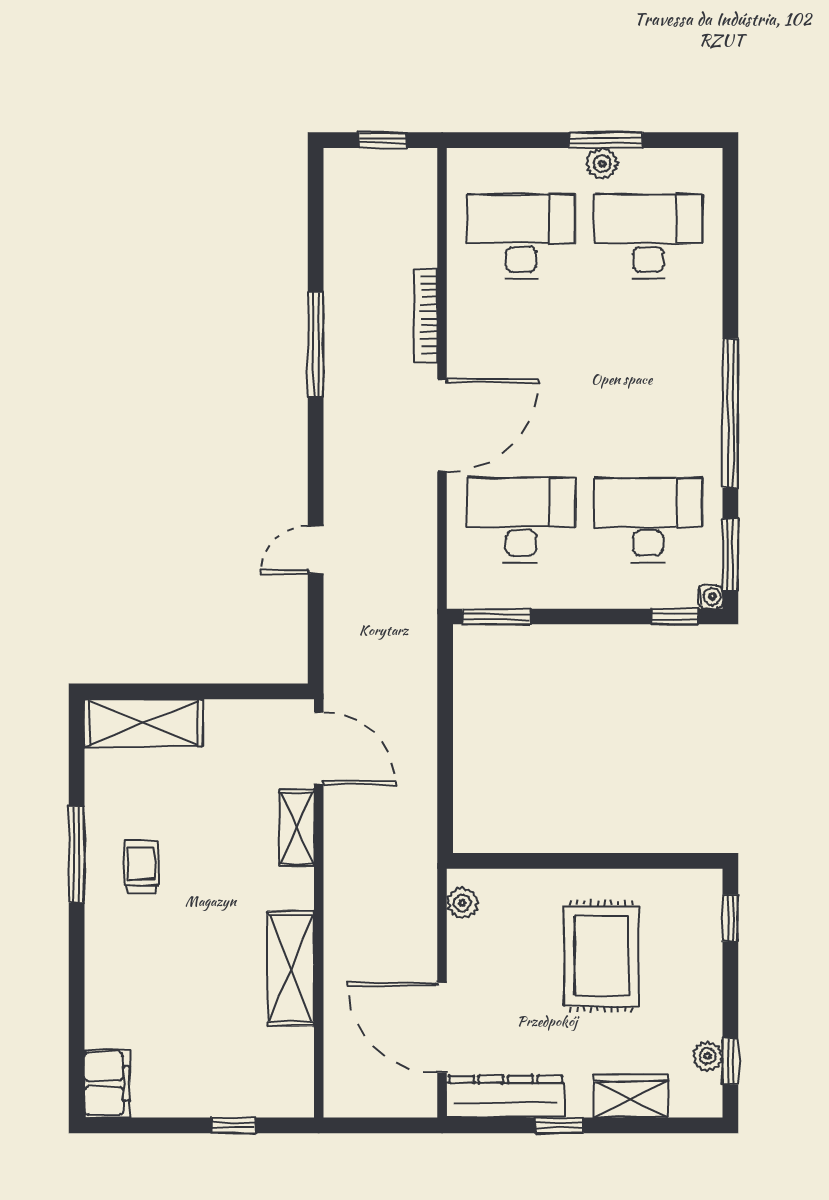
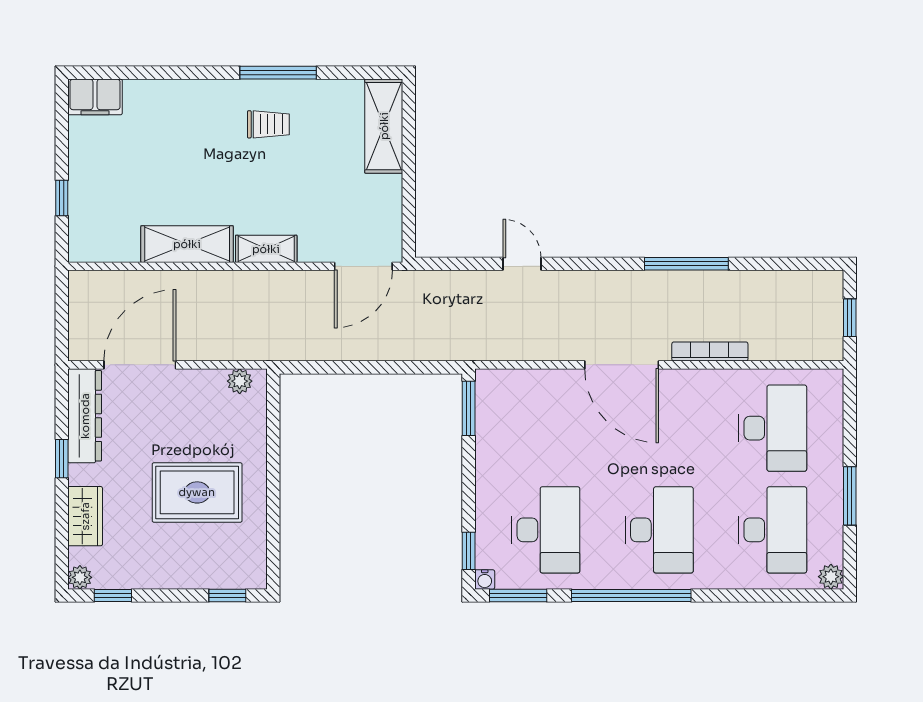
plant: (602, 164) -> (831, 577), moved
desk: (521, 520) -> (659, 530), moved
shelving: (297, 828) -> (266, 249), moved
plant: (708, 1056) -> (80, 577), moved

